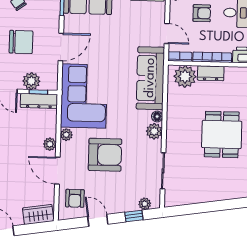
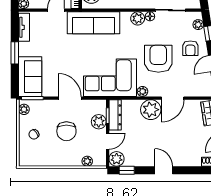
chair: (21, 42) -> (66, 131), turned 180
floor lamp: (157, 117) -> (150, 16), moved
plant: (50, 144) -> (151, 110), width x1.88, depth x1.88
armchair: (75, 198) -> (190, 48), moved, turned 90

